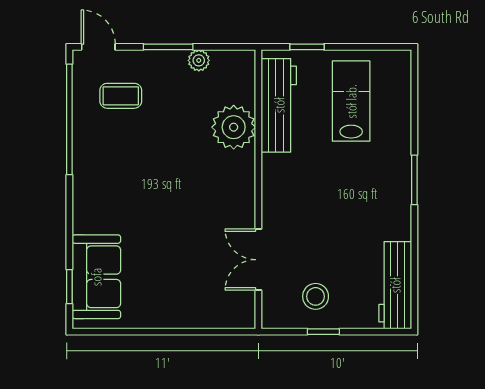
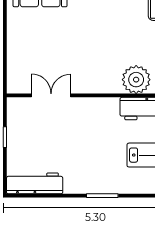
stool: (316, 296) -> (27, 132), removed

